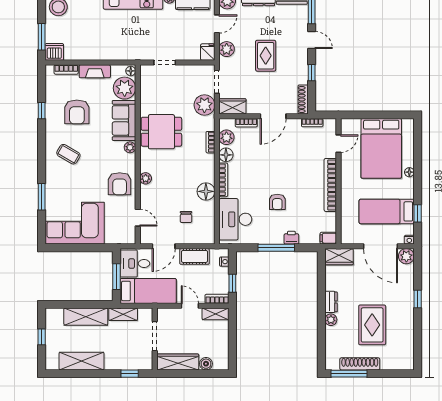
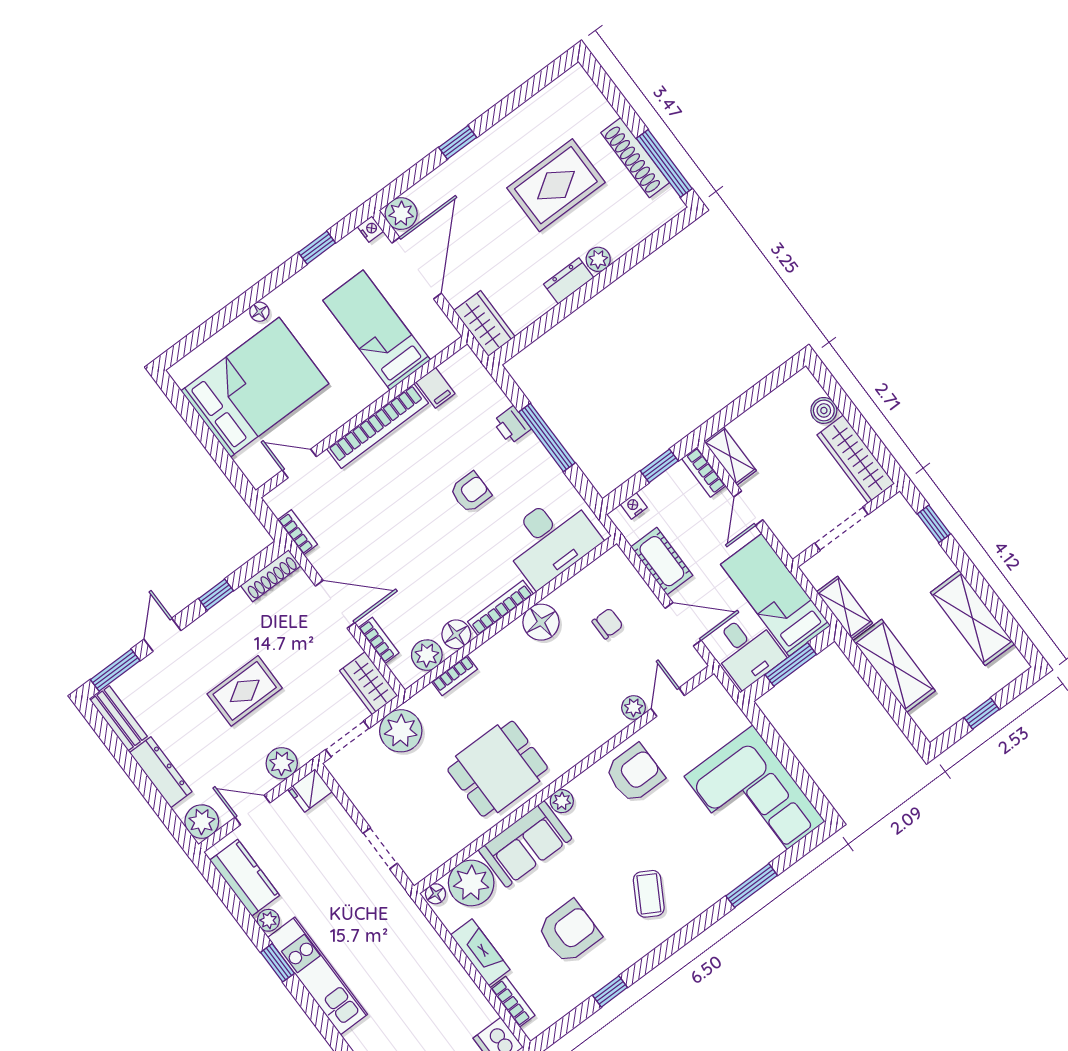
dining table: (161, 132) -> (498, 769), turned 90
plant: (146, 178) -> (634, 707), moved
bed: (387, 211) -> (377, 330), moved, turned 180
filing cabinet: (328, 238) -> (435, 388), moved

